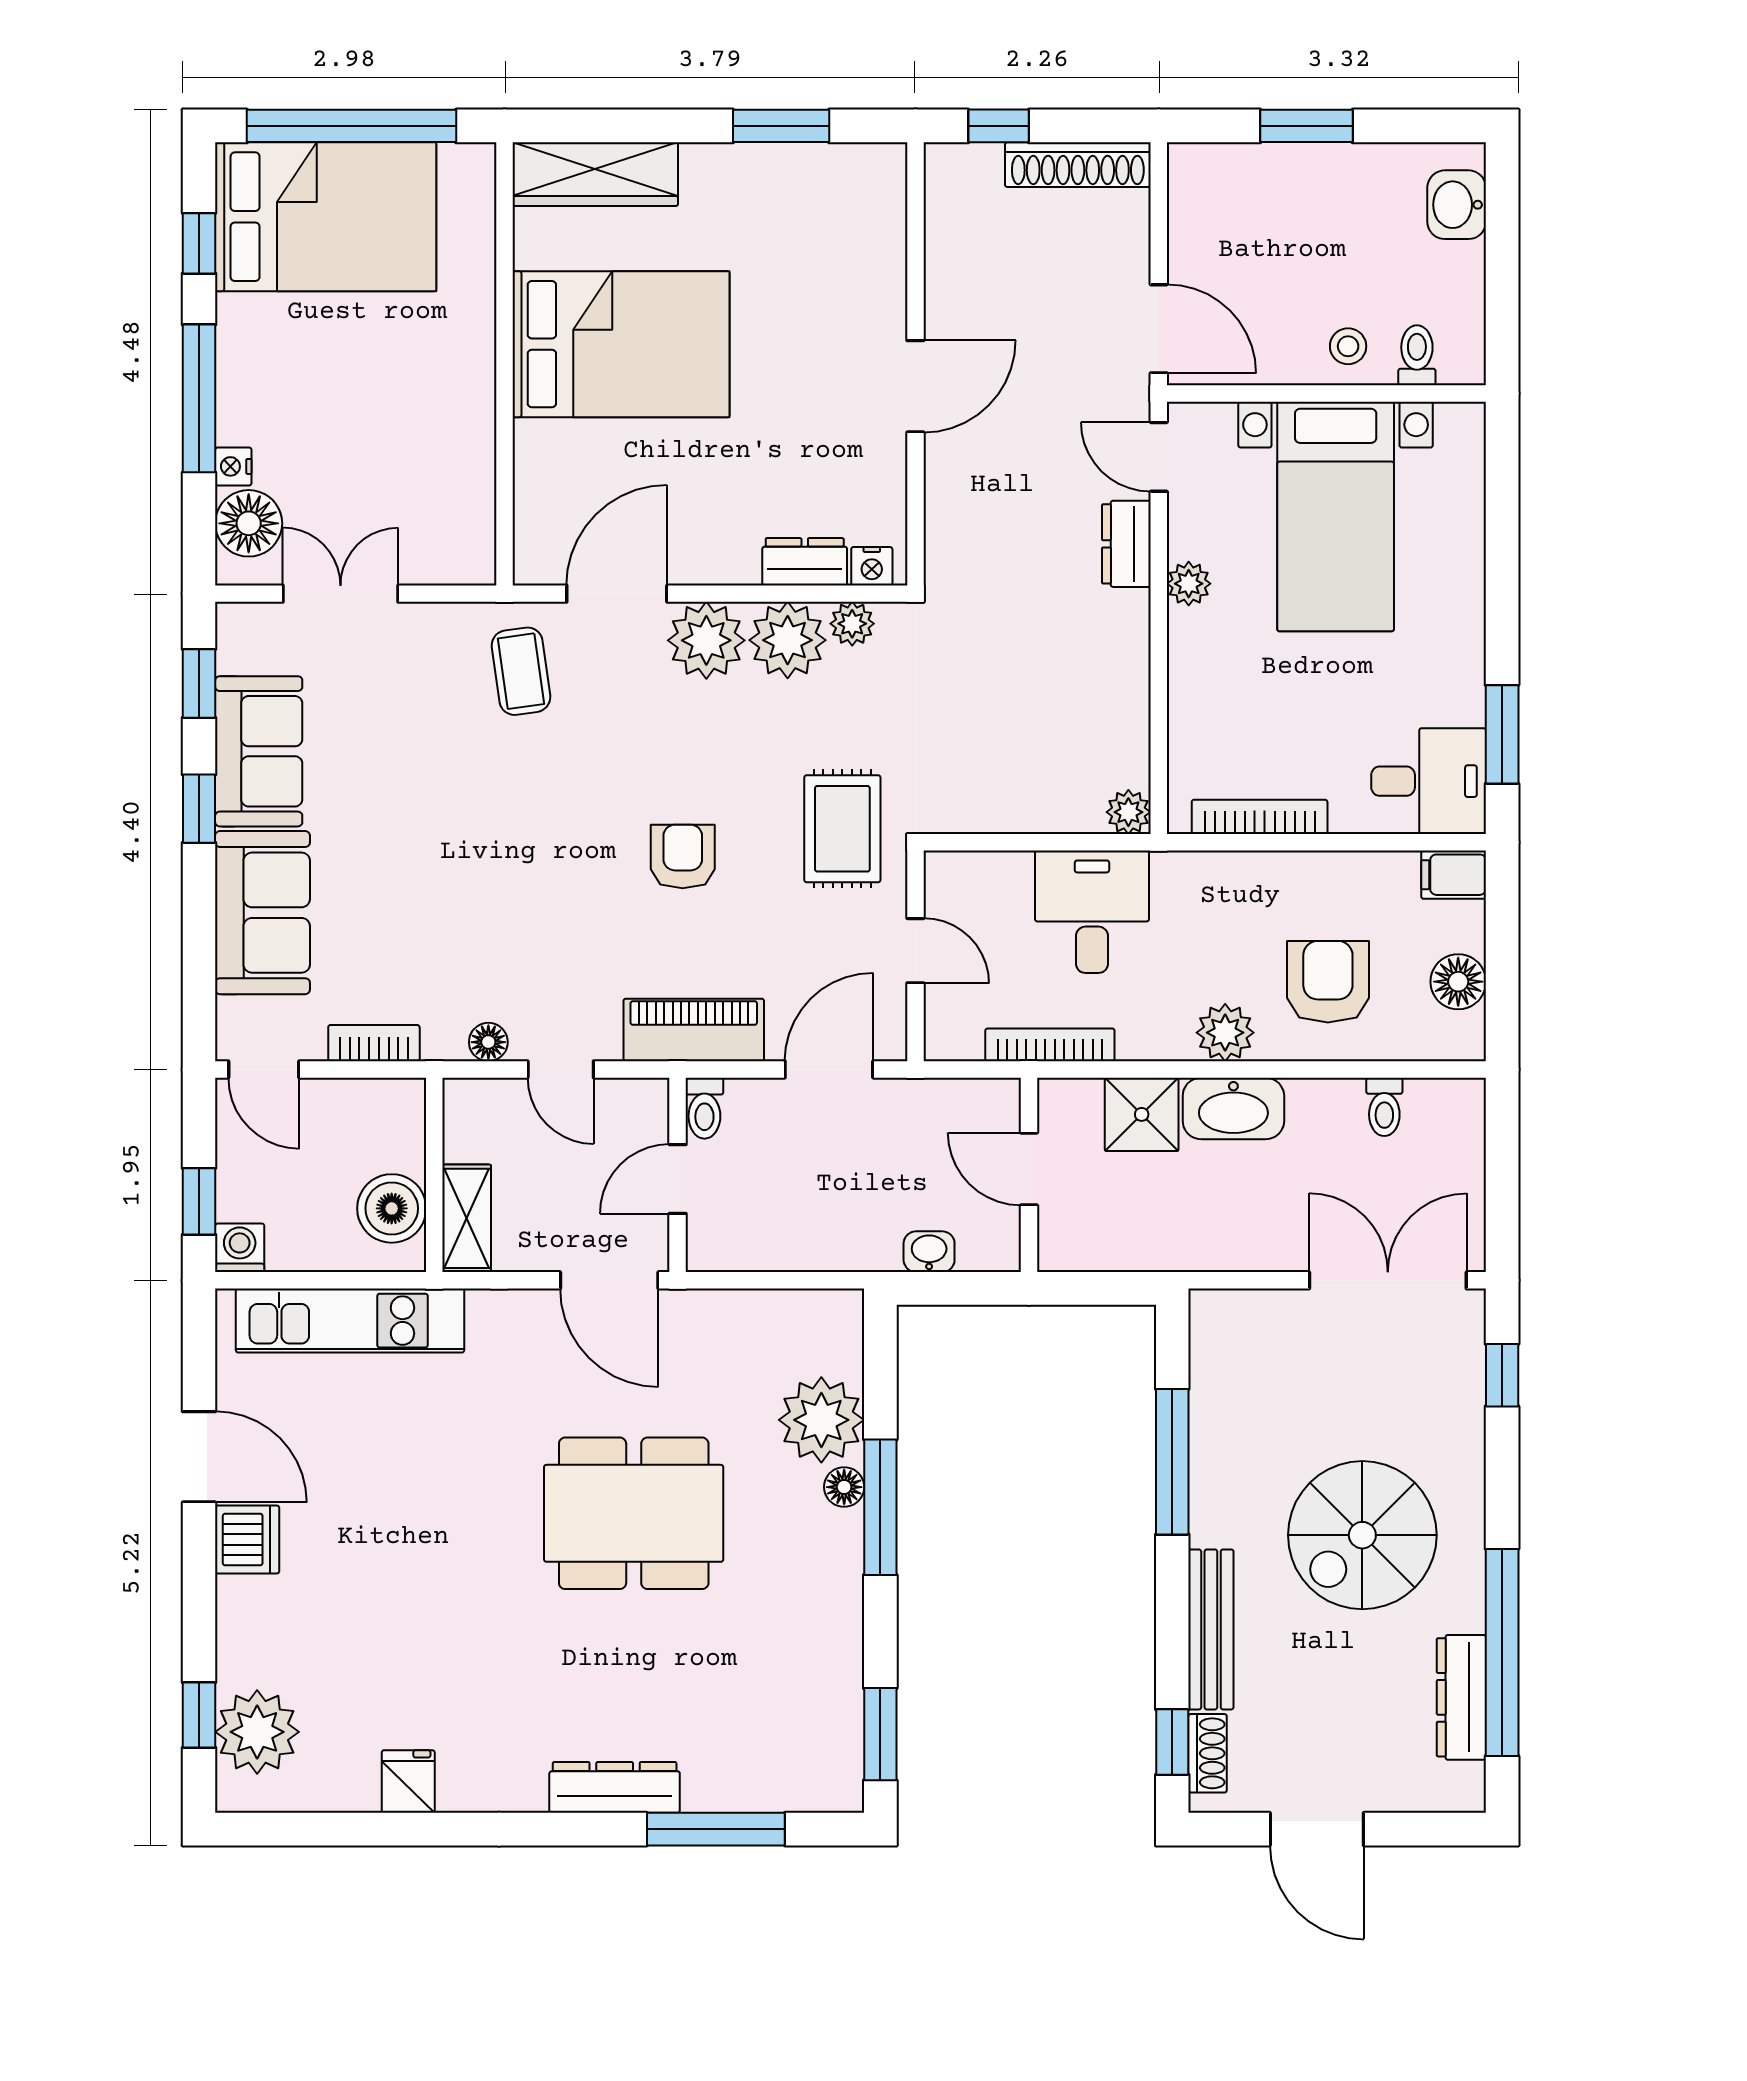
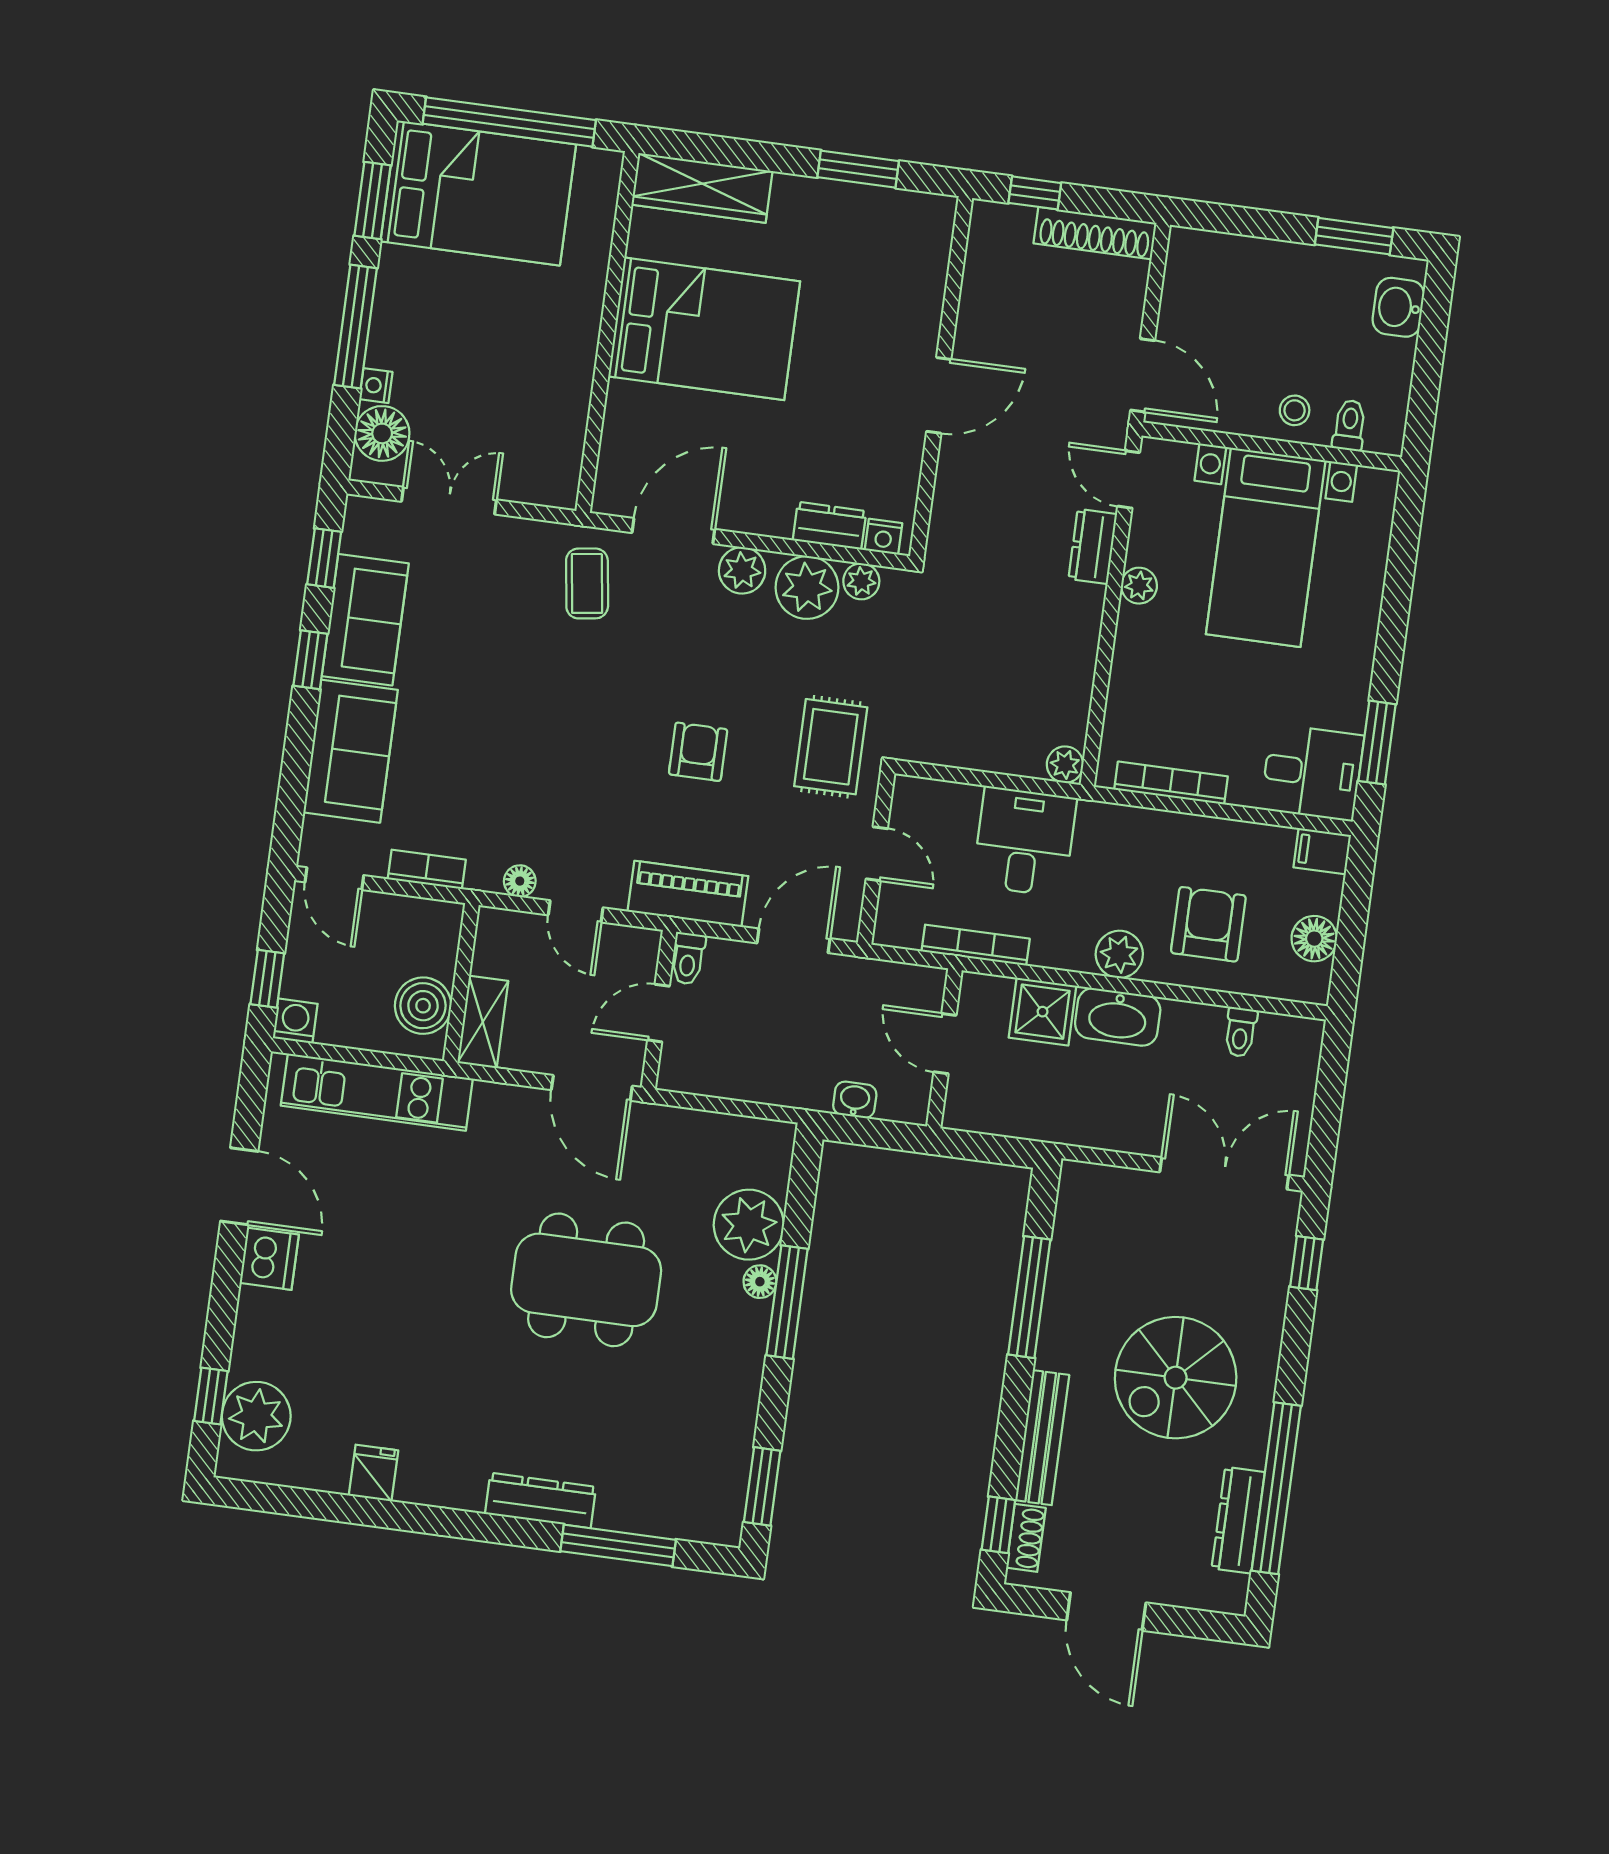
window: (1306, 126) -> (1354, 236), moved
window: (199, 243) -> (372, 201), width x1.50
plant: (706, 640) -> (742, 570), width x0.73, depth x0.73

